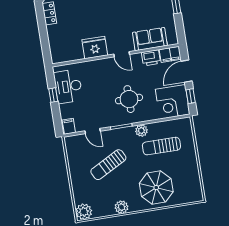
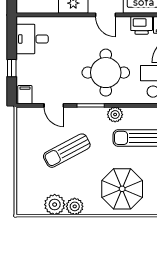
desk: (68, 86) -> (32, 39), width x0.73
window: (53, 95) -> (12, 68), moved
round table: (129, 99) -> (106, 73), width x1.36, depth x1.36
plant: (84, 212) -> (55, 205), moved

